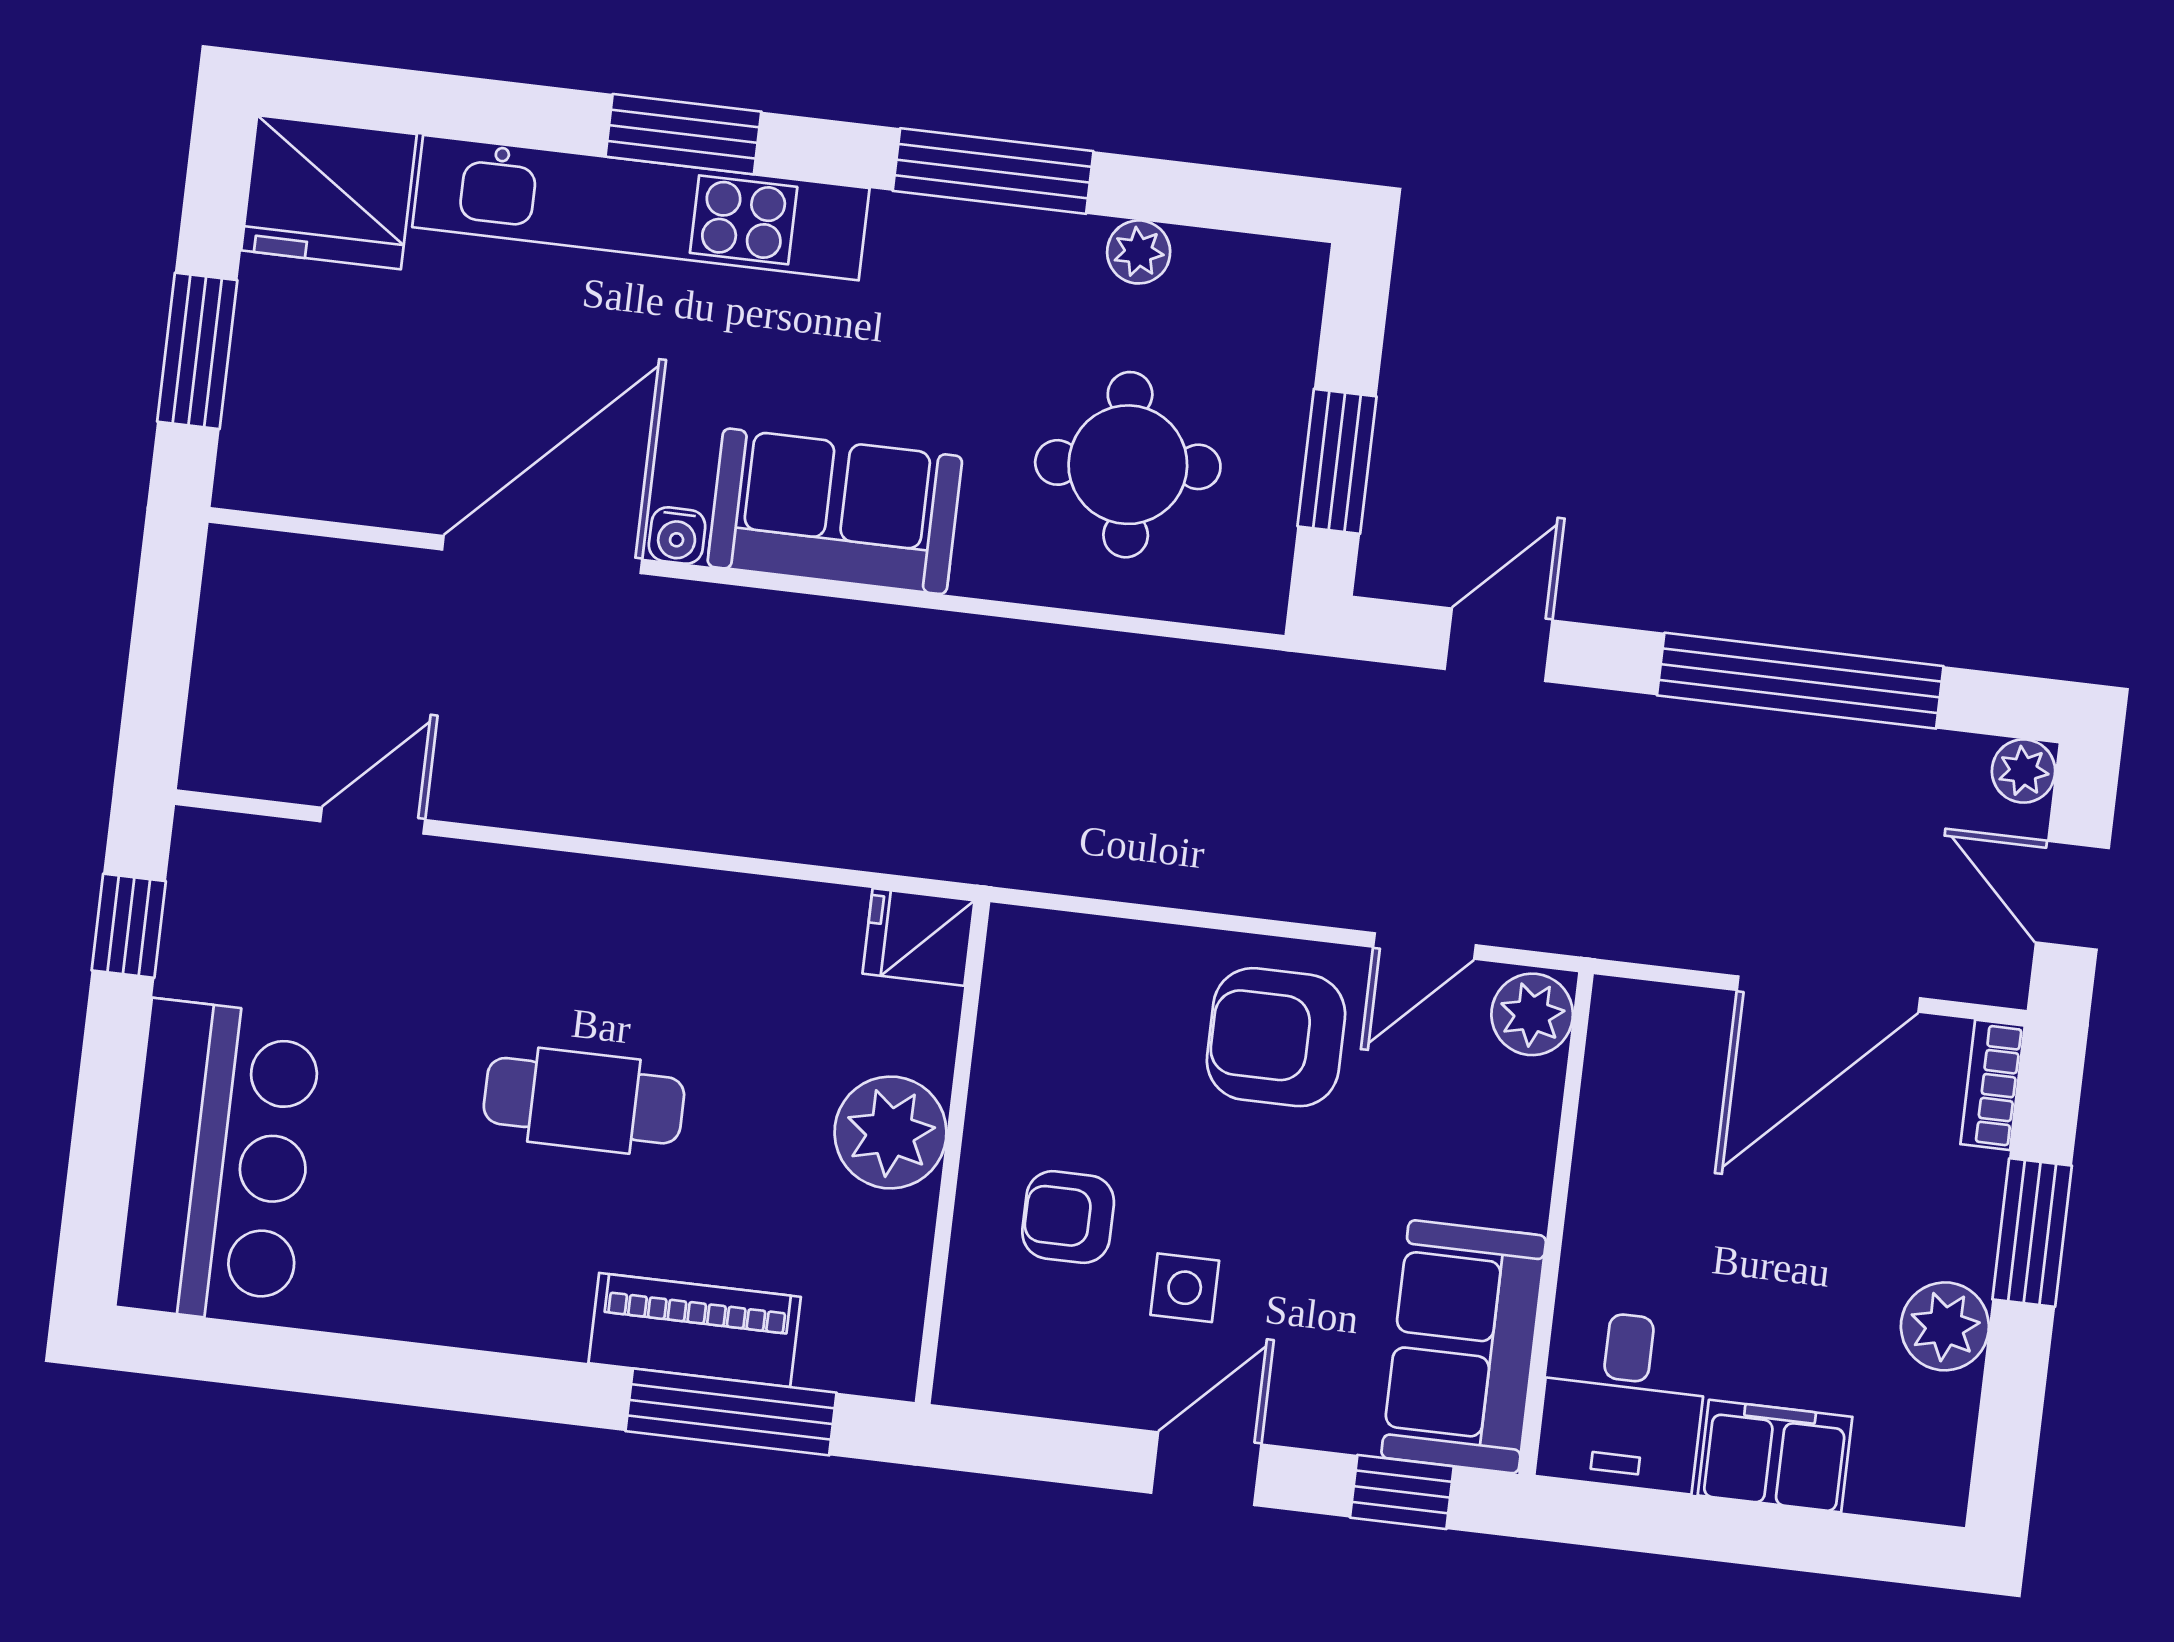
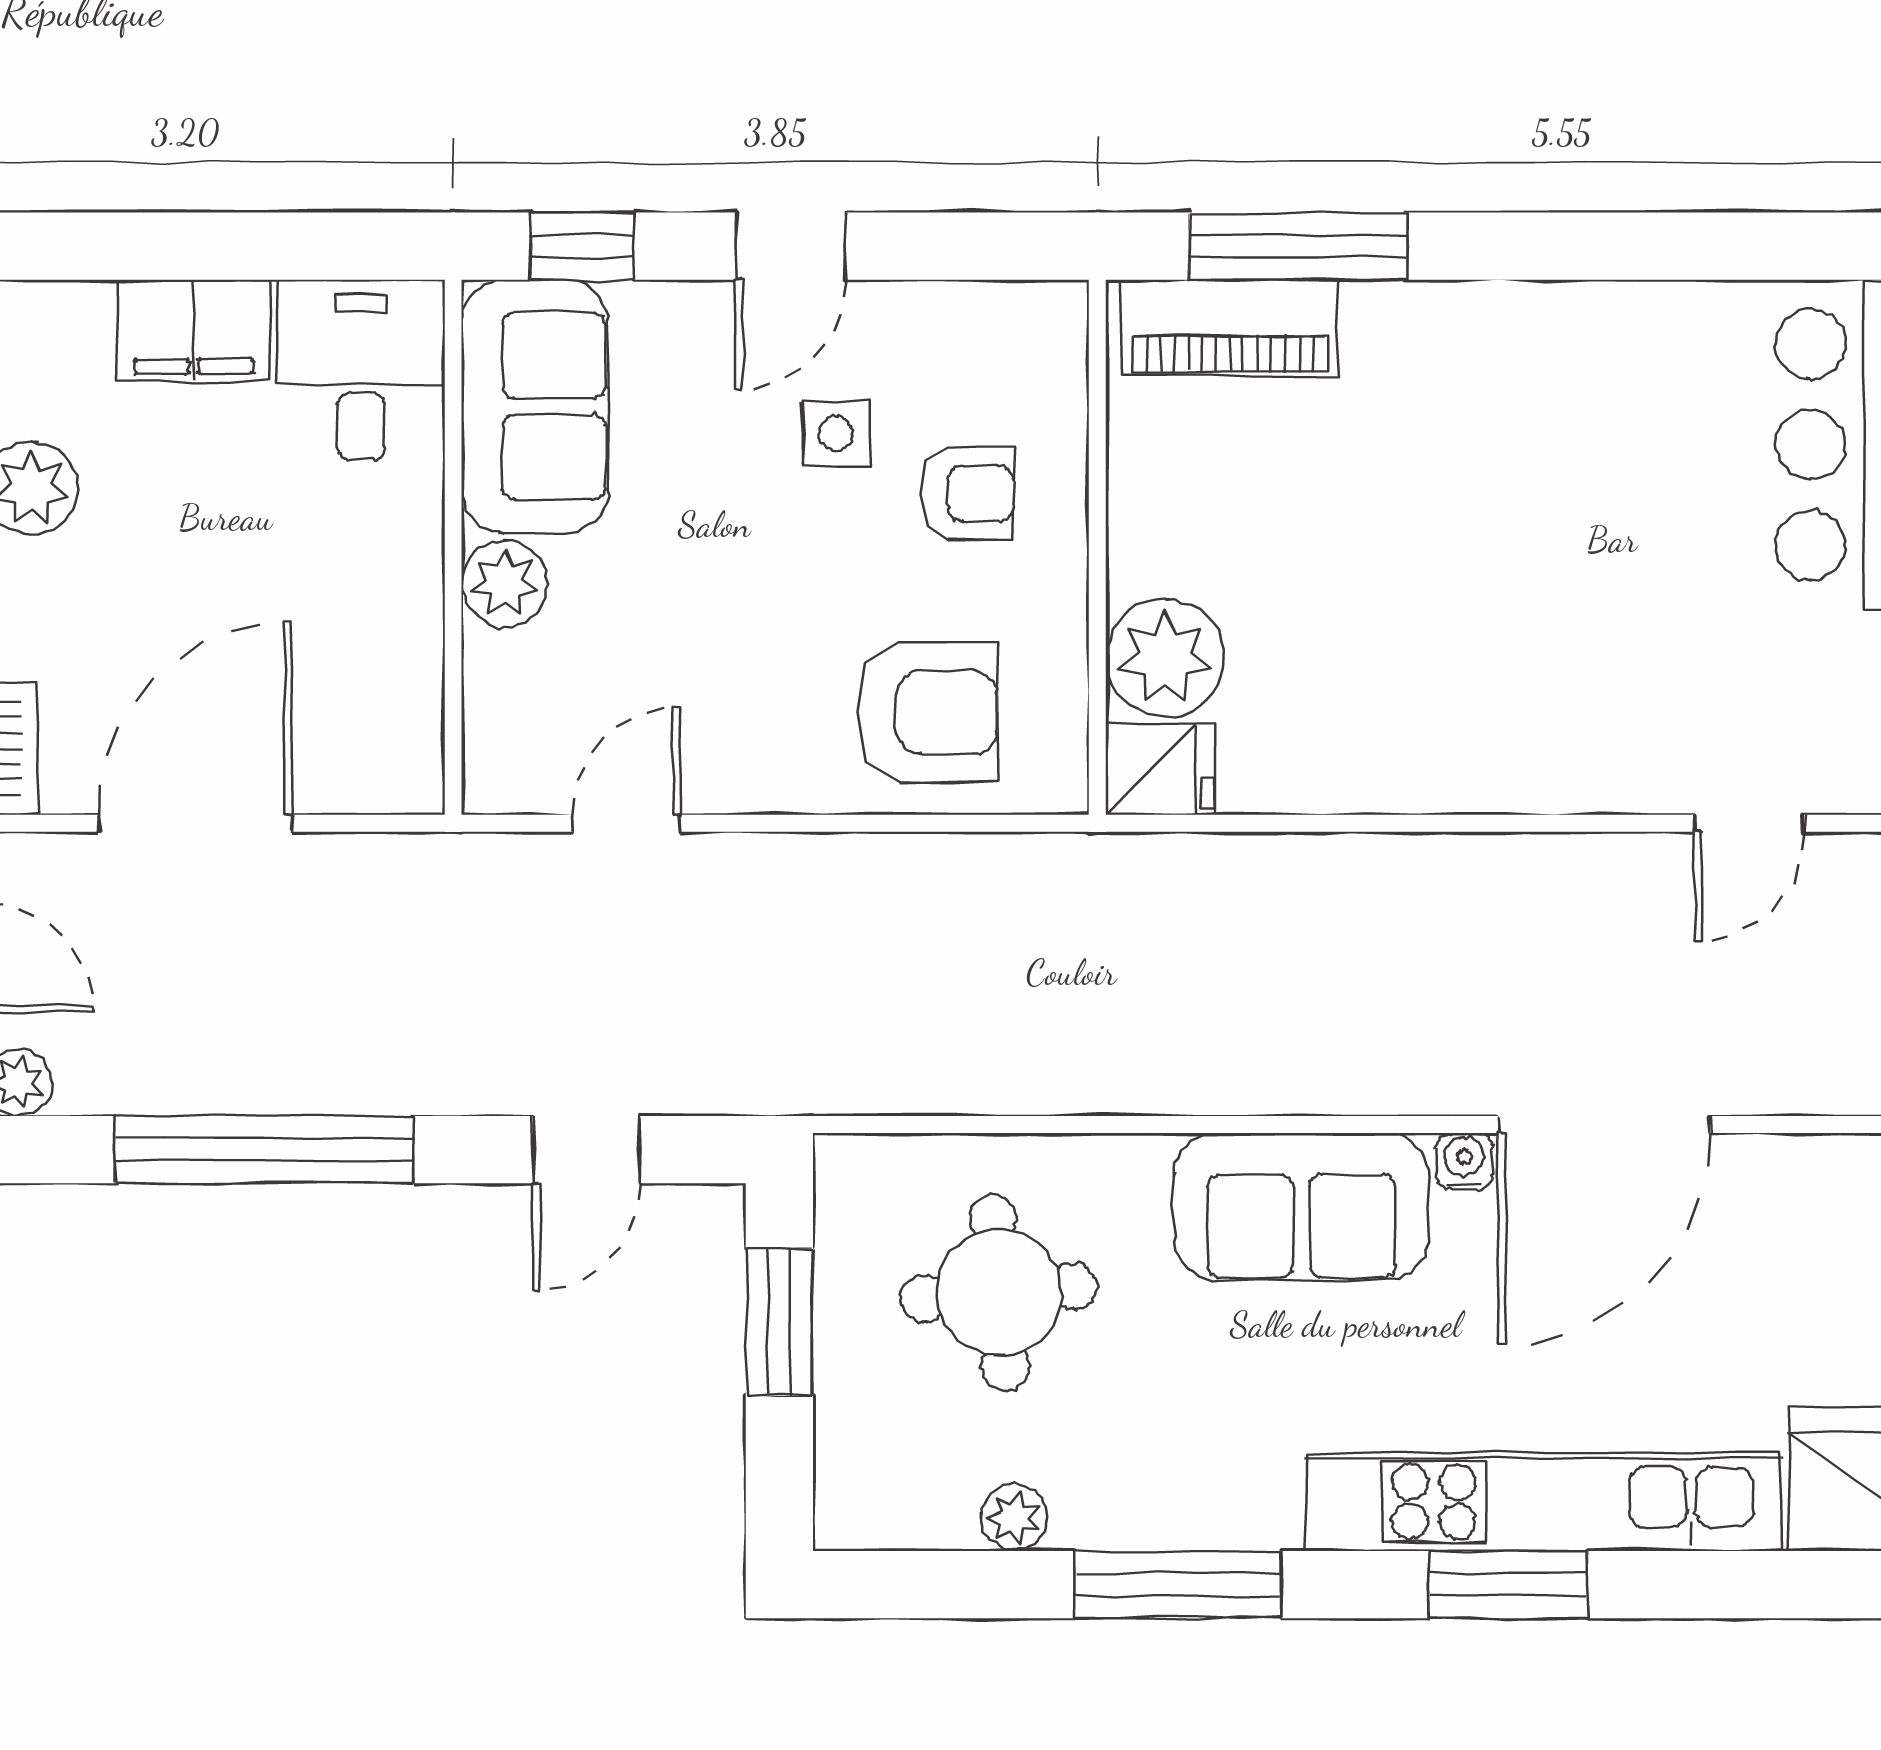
plant: (1532, 1014) -> (505, 583), moved
armchair: (1276, 1037) -> (927, 712), moved
cafe table: (584, 1101) -> (1491, 555), removed
plant: (891, 1132) -> (1165, 658), moved
piano: (695, 1330) -> (1230, 328), moved

